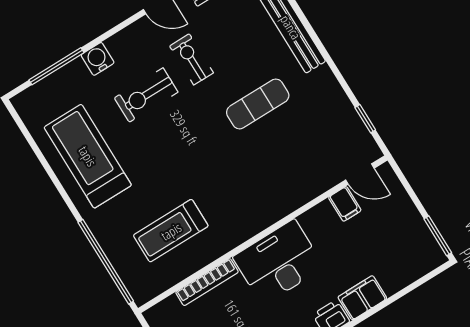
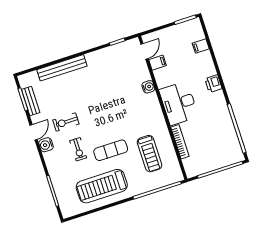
water cooler: (98, 59) -> (46, 145), moved
exercise bike: (146, 95) -> (78, 149), width x0.73, depth x0.72
exercise mat: (258, 104) -> (111, 150), moved, turned 90
water cooler: (295, 198) -> (148, 87), added
filing cabinet: (362, 298) -> (201, 46), moved, width x0.50

